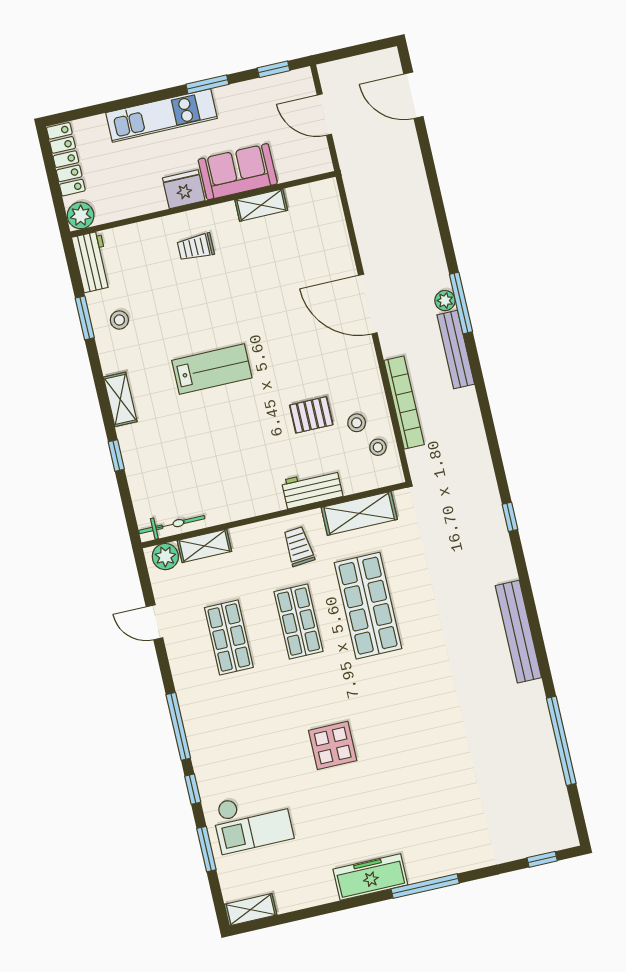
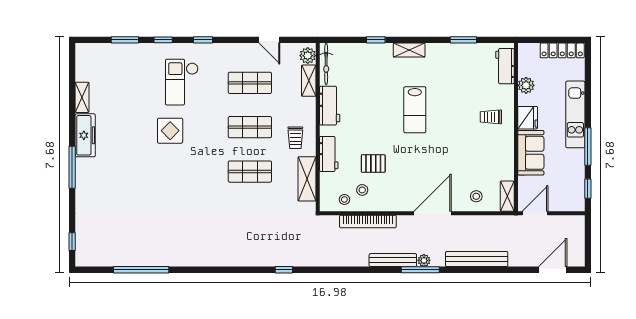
window: (207, 84) -> (588, 147), width x1.44
door: (324, 115) -> (535, 213), moved
shelving: (261, 205) -> (507, 196), moved
plant: (81, 215) -> (526, 85), moved
trolley: (196, 247) -> (491, 117), turned -90
workbench: (92, 262) -> (505, 66), moved, turned 90
stool: (119, 320) -> (476, 196), moved
pallet: (311, 415) -> (373, 164), turned 90
workbench: (236, 504) -> (330, 106), added
trolley: (299, 546) -> (295, 138), turned 95
shop shelf: (368, 606) -> (250, 172), width x0.70, depth x0.74
door: (154, 622) -> (269, 40), swing flipped
bench: (518, 632) -> (477, 259), moved
window: (178, 726) -> (203, 40), width x0.46
checkout: (252, 821) -> (182, 82), moved
shelving: (251, 910) -> (82, 97), moved

